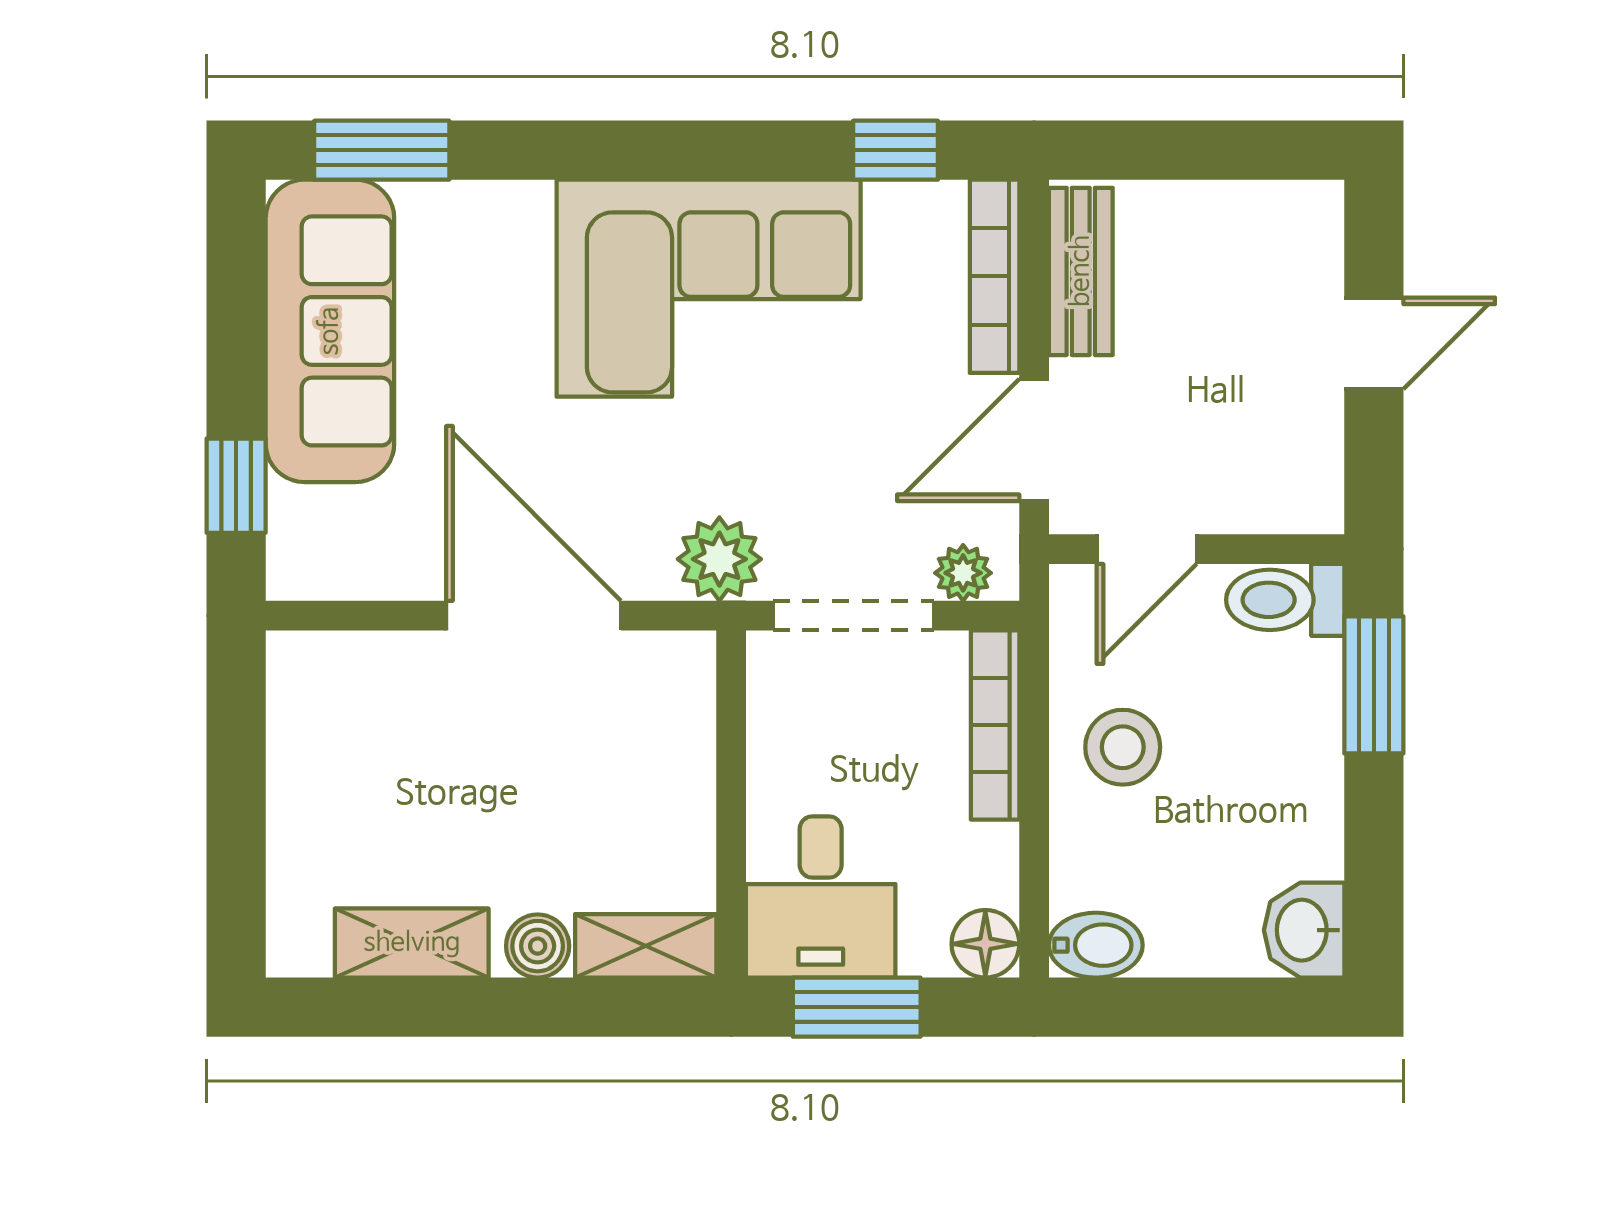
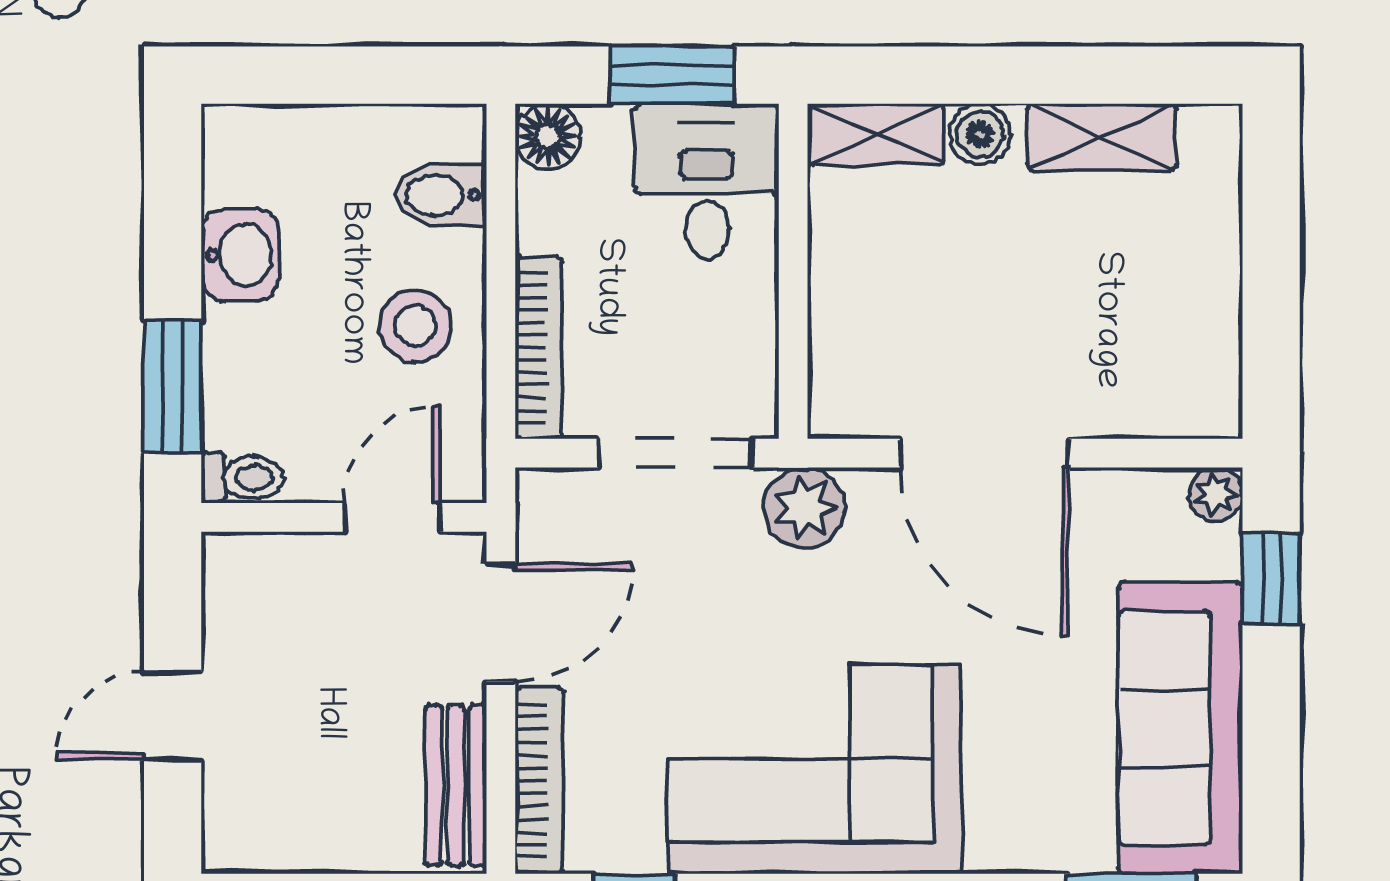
plant: (963, 573) -> (1216, 494), moved
toilet: (1285, 600) -> (242, 478), width x0.73, depth x0.72
washbasin: (1304, 930) -> (240, 255), moved
bidet: (1096, 945) -> (441, 195), moved

